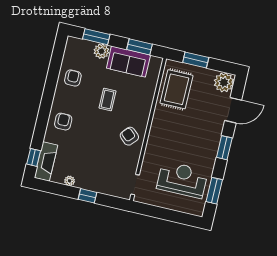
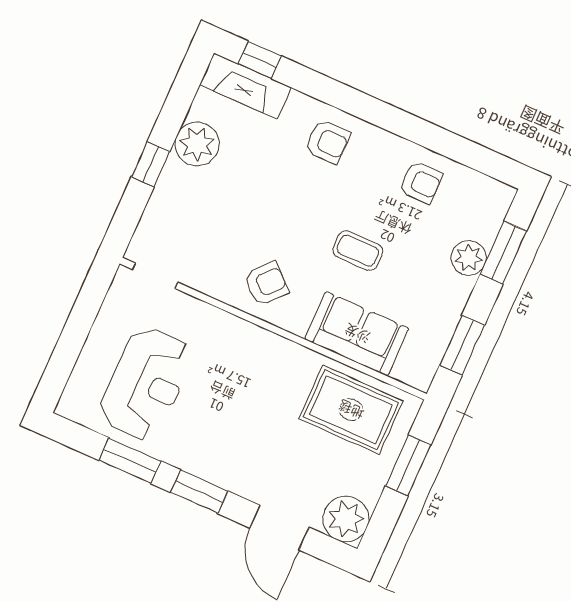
sofa: (128, 62) -> (357, 334), moved, turned 90
plant: (70, 181) -> (197, 144), width x1.88, depth x1.88
window: (214, 191) -> (130, 461), moved

